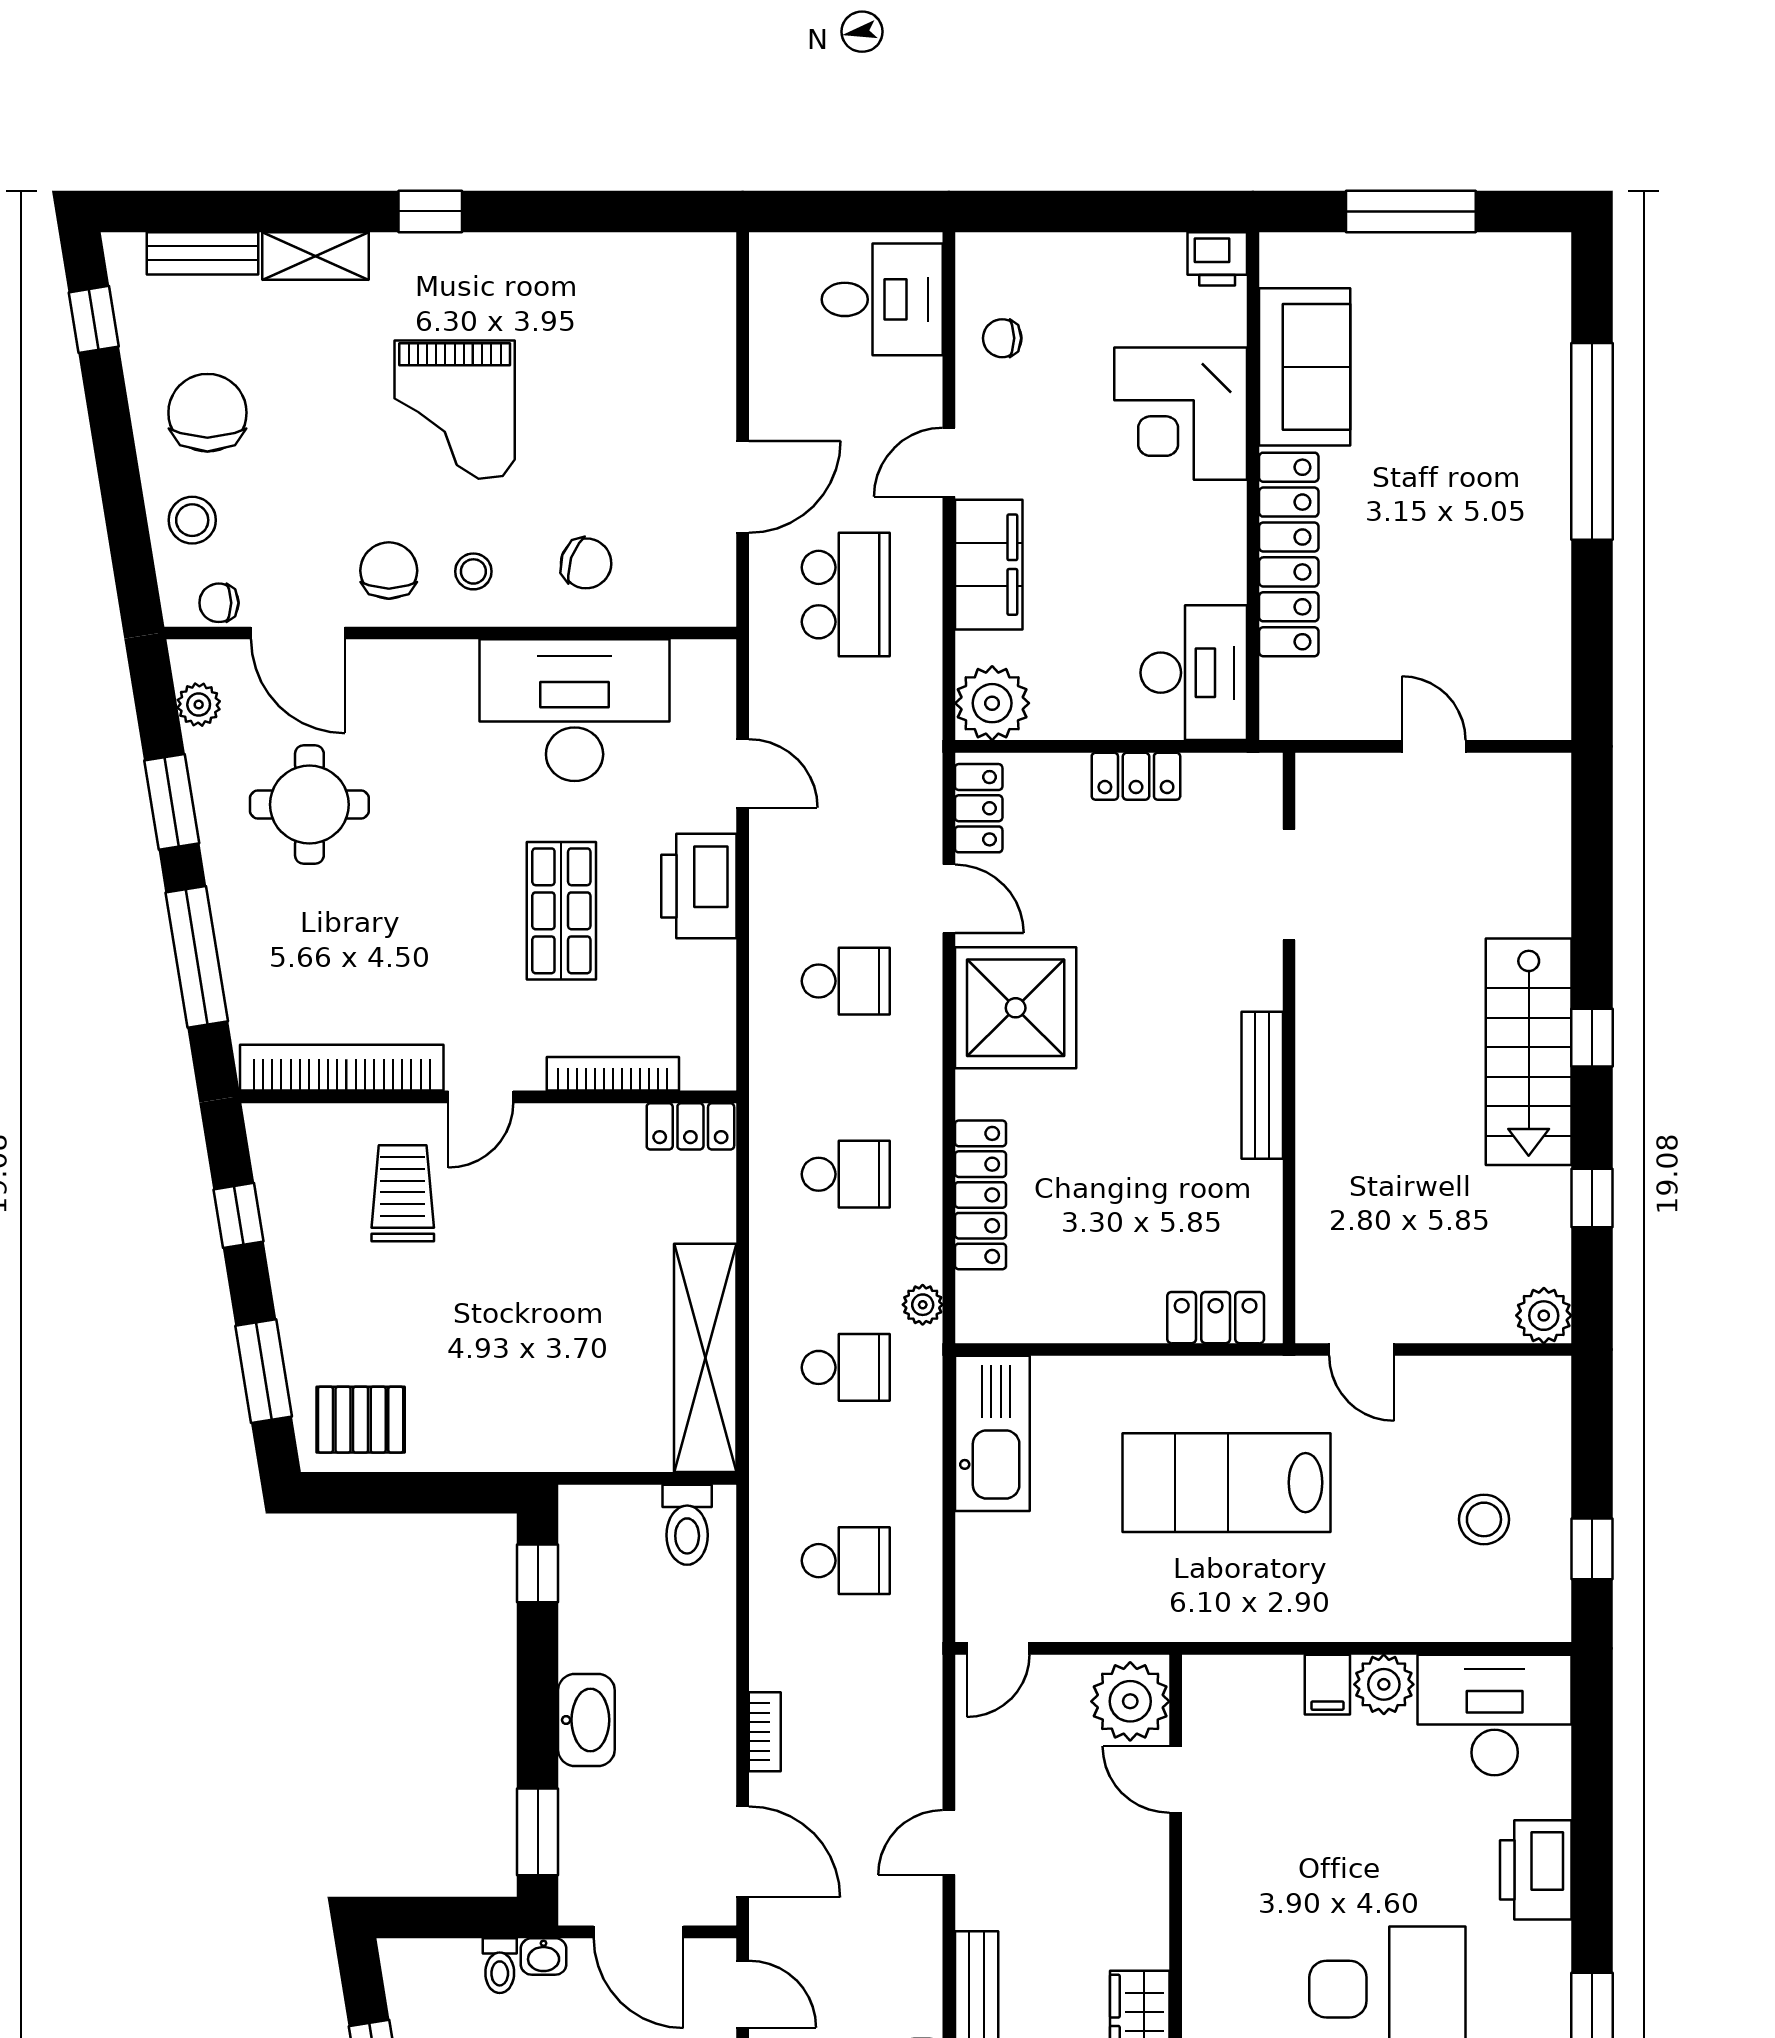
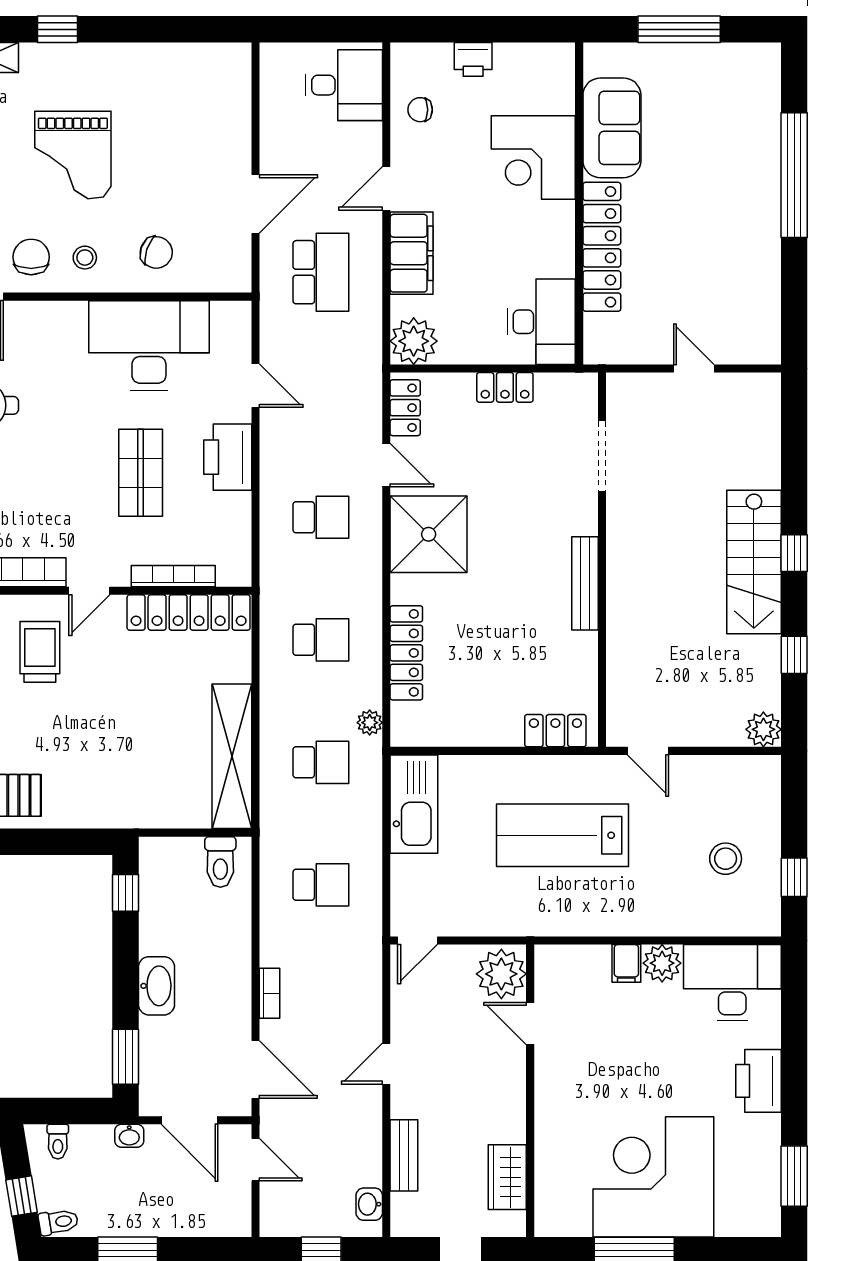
printer: (1217, 259) -> (473, 59), moved
locker: (690, 1126) -> (189, 612), width x2.16, depth x1.21
toilet: (500, 1966) -> (58, 1142), moved

